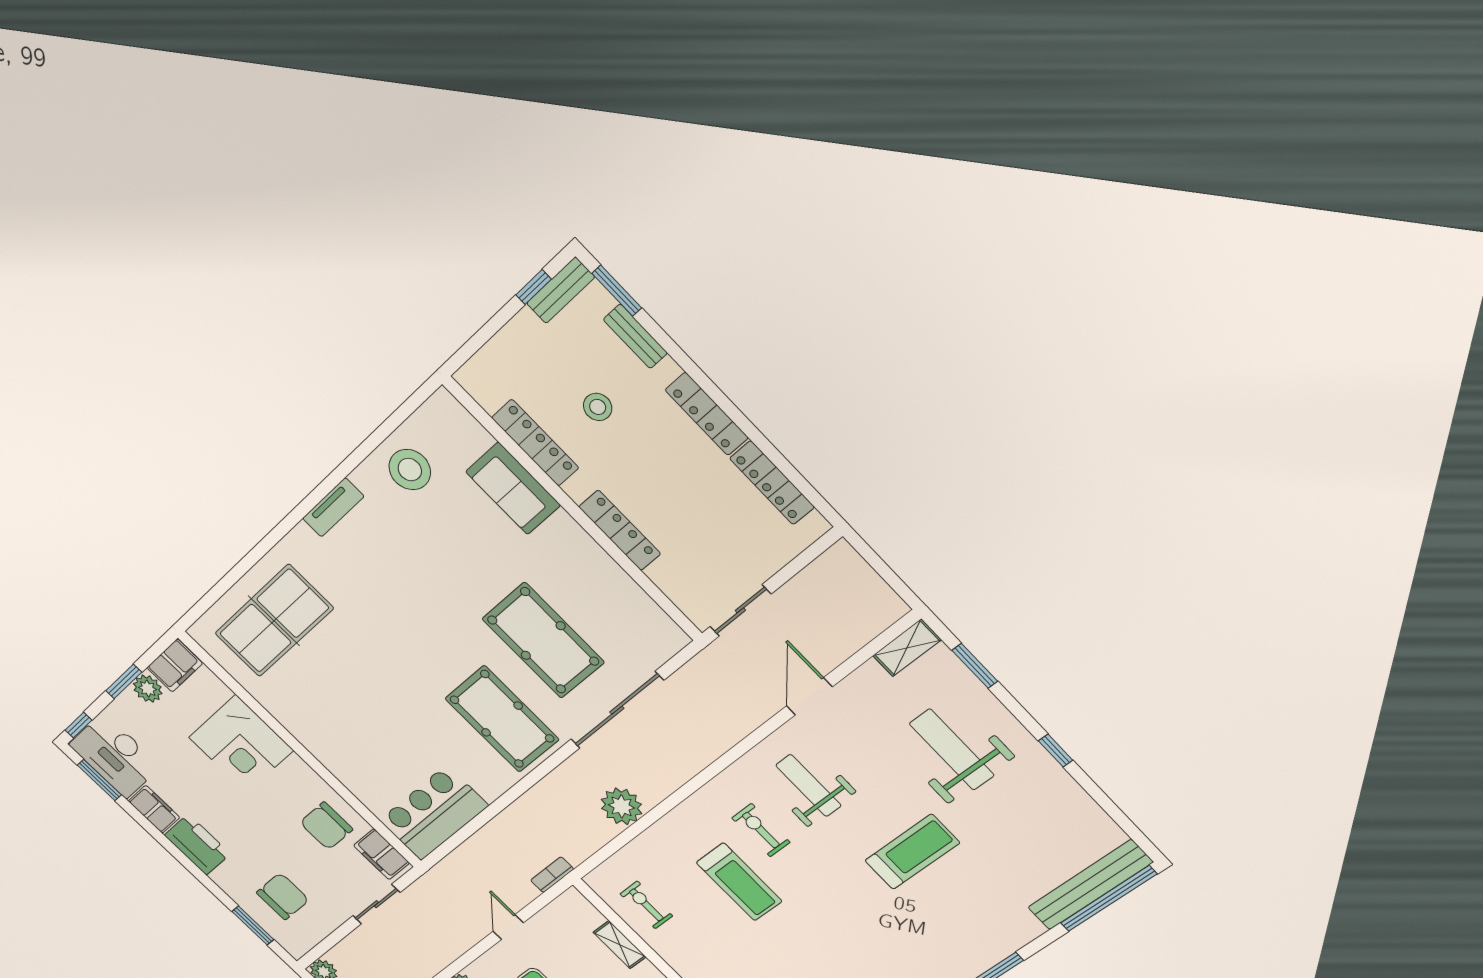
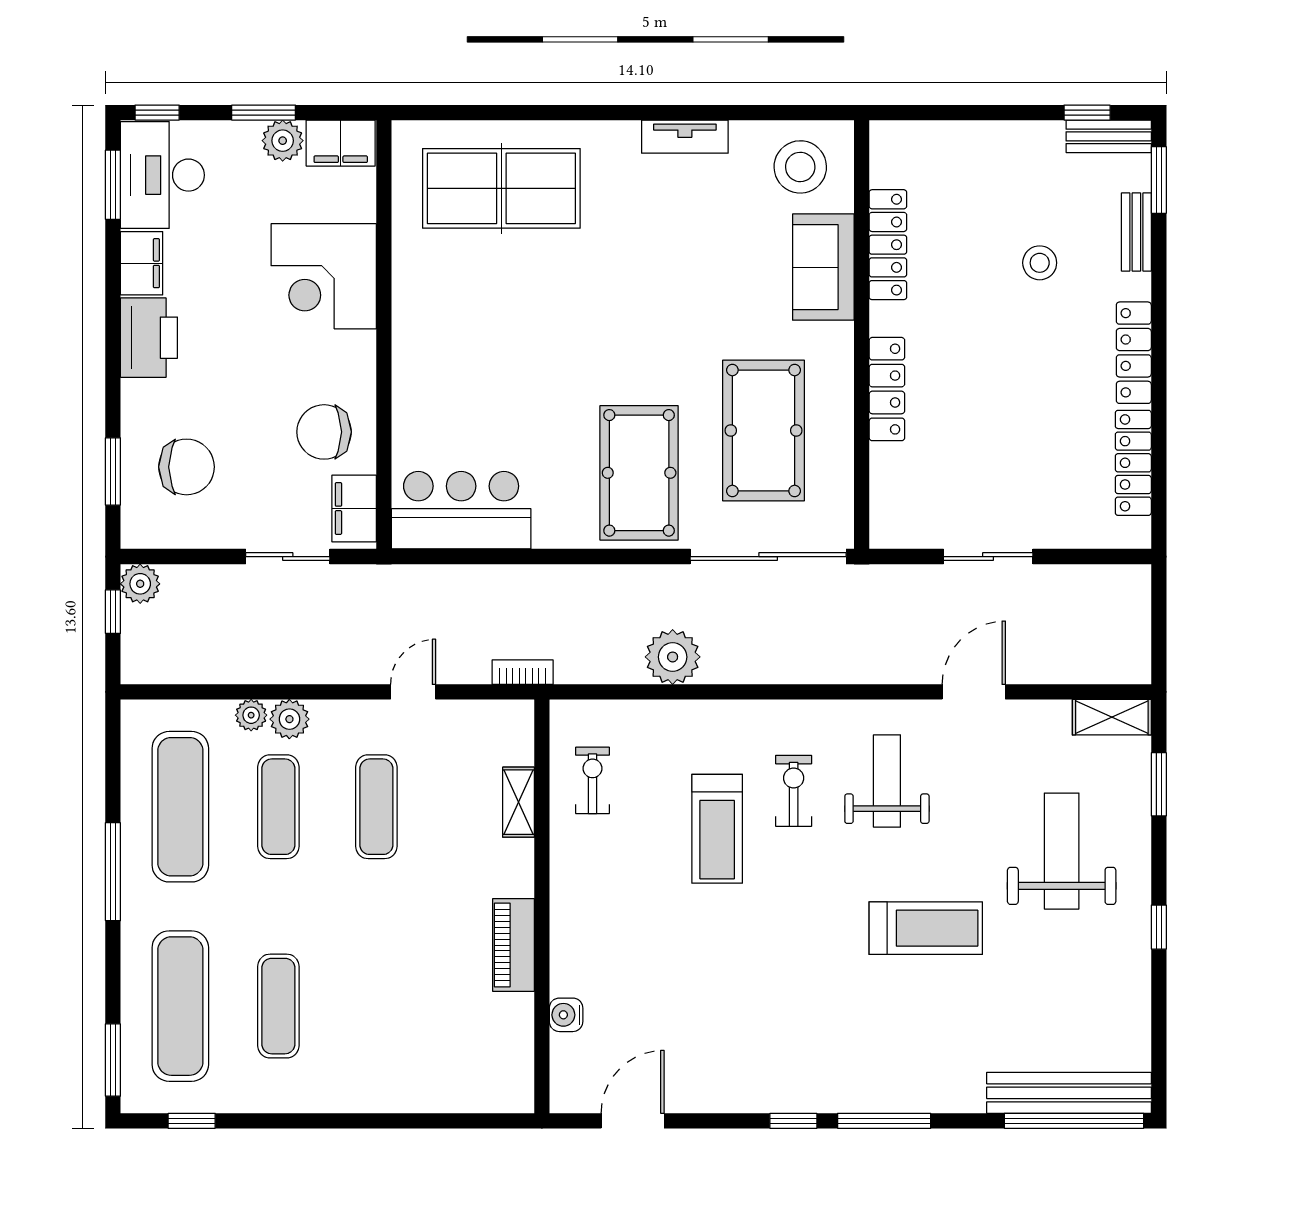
locker: (535, 443) -> (888, 245), moved
sofa: (513, 488) -> (823, 267), moved
wall: (574, 510) -> (862, 335), moved
locker: (620, 530) -> (887, 389), moved

